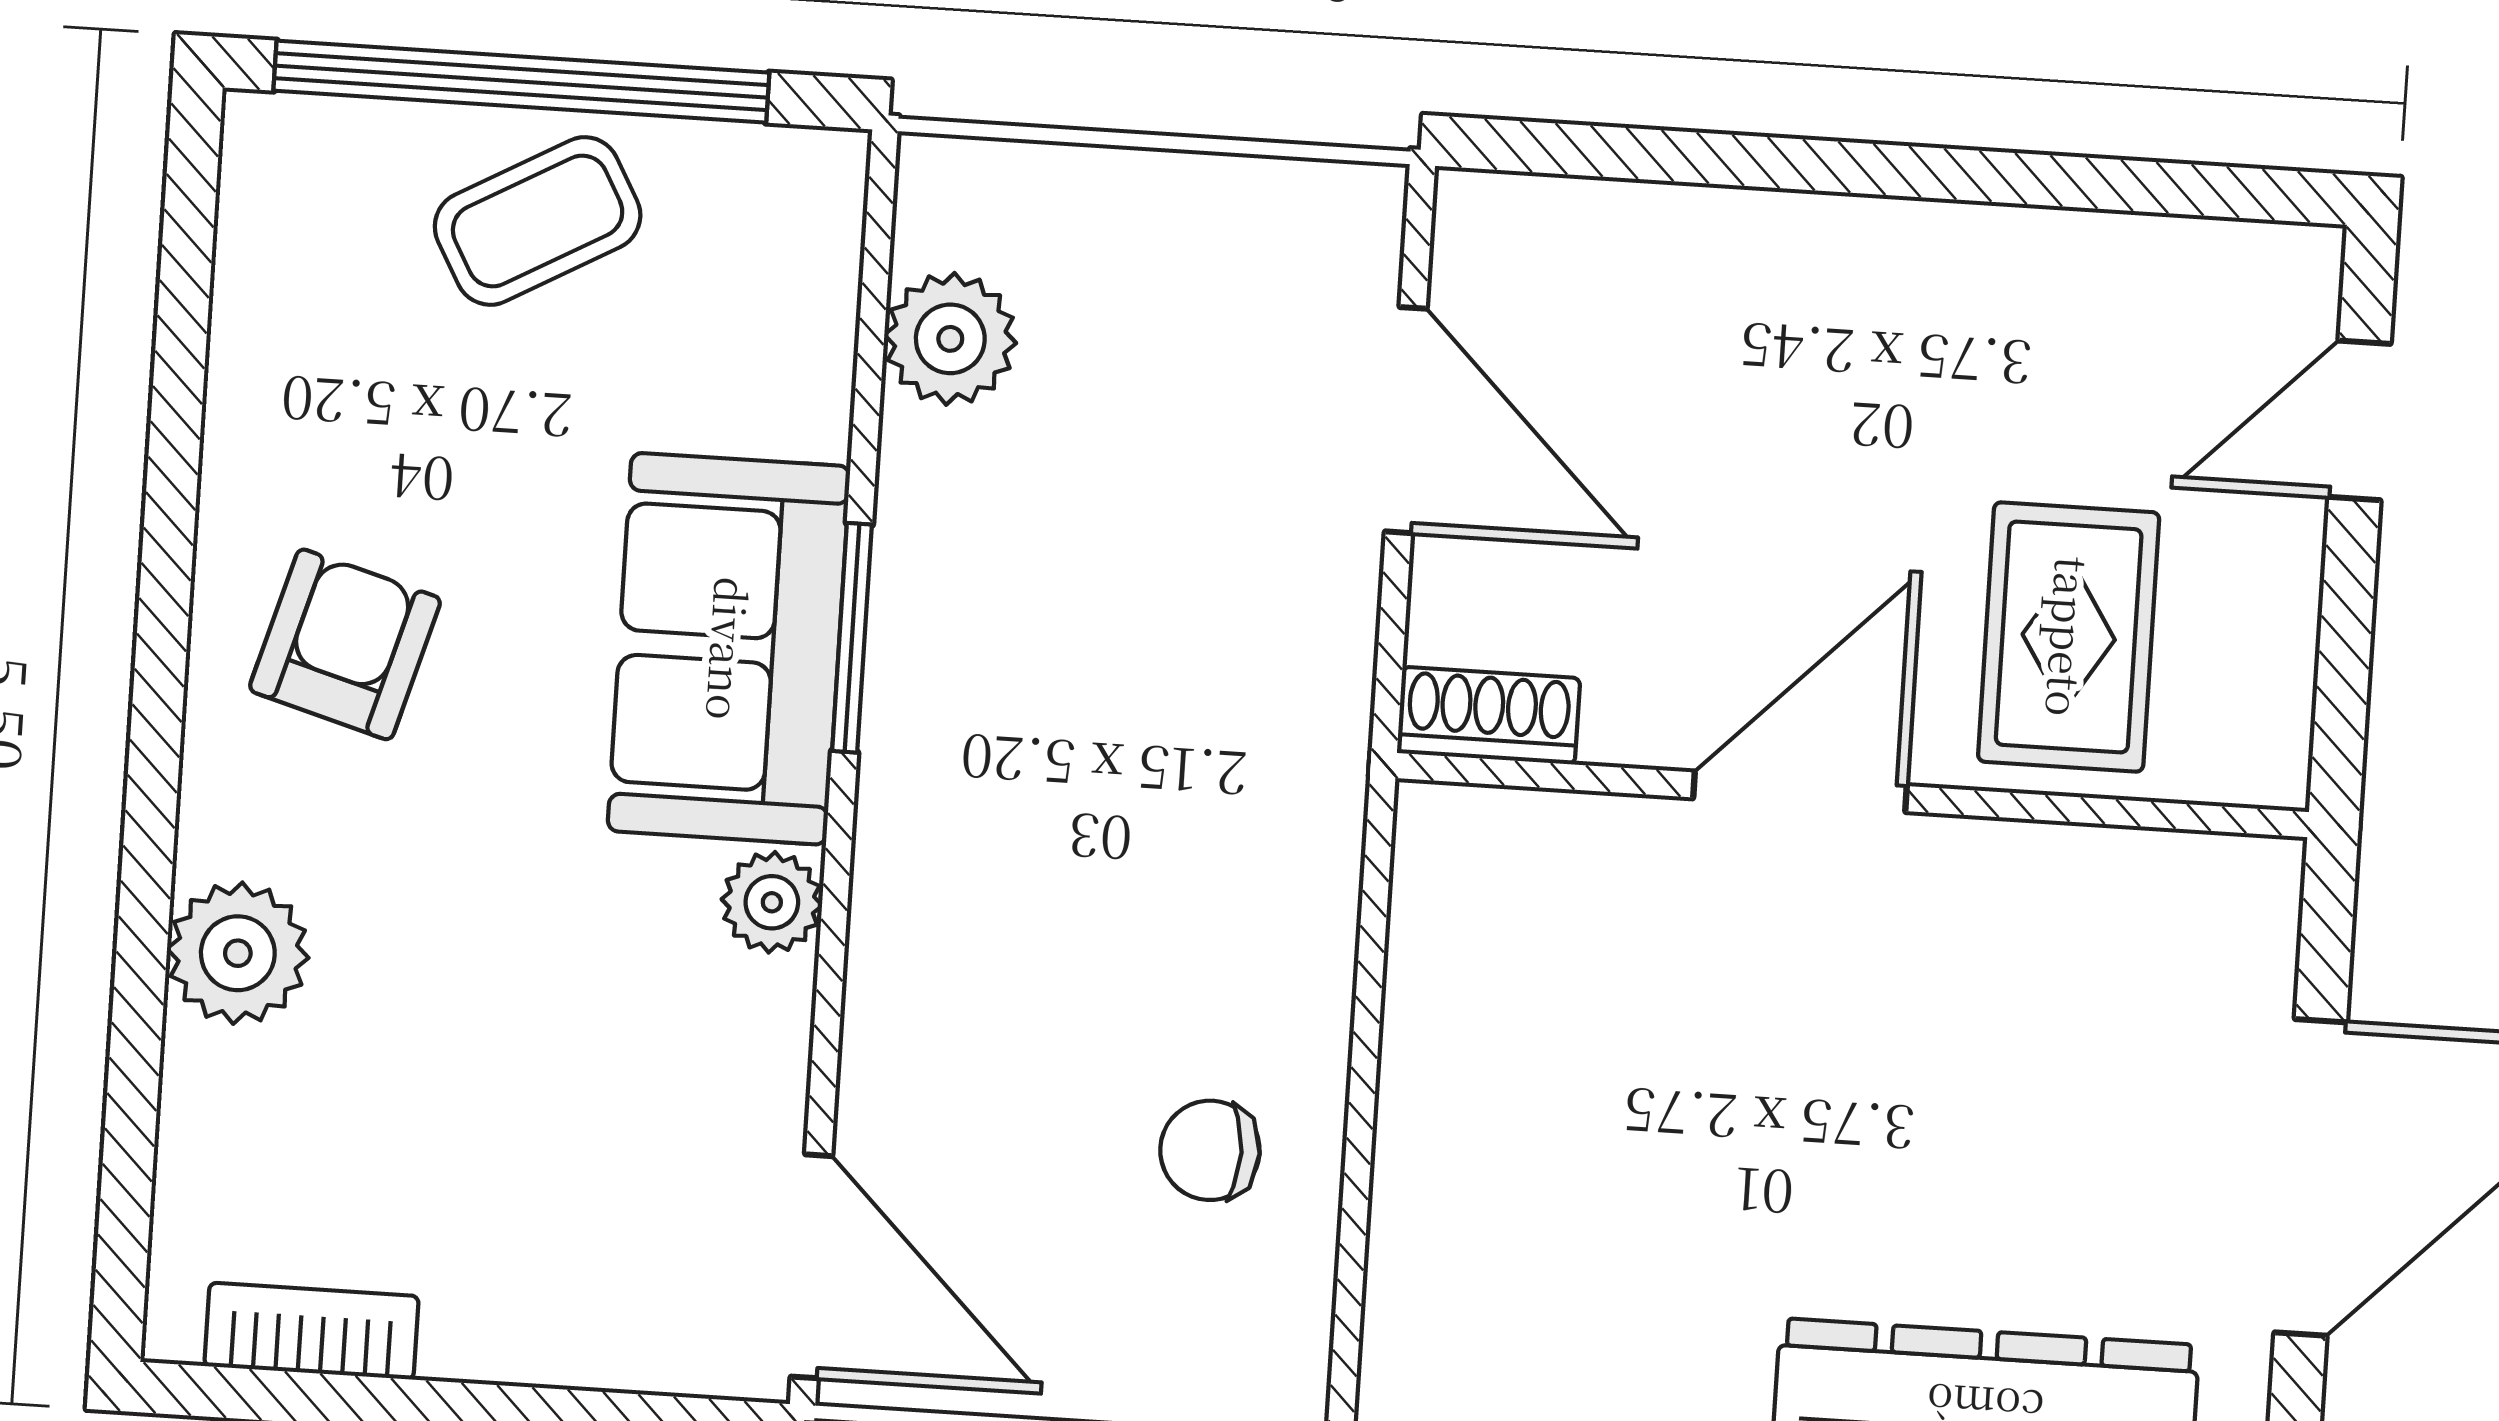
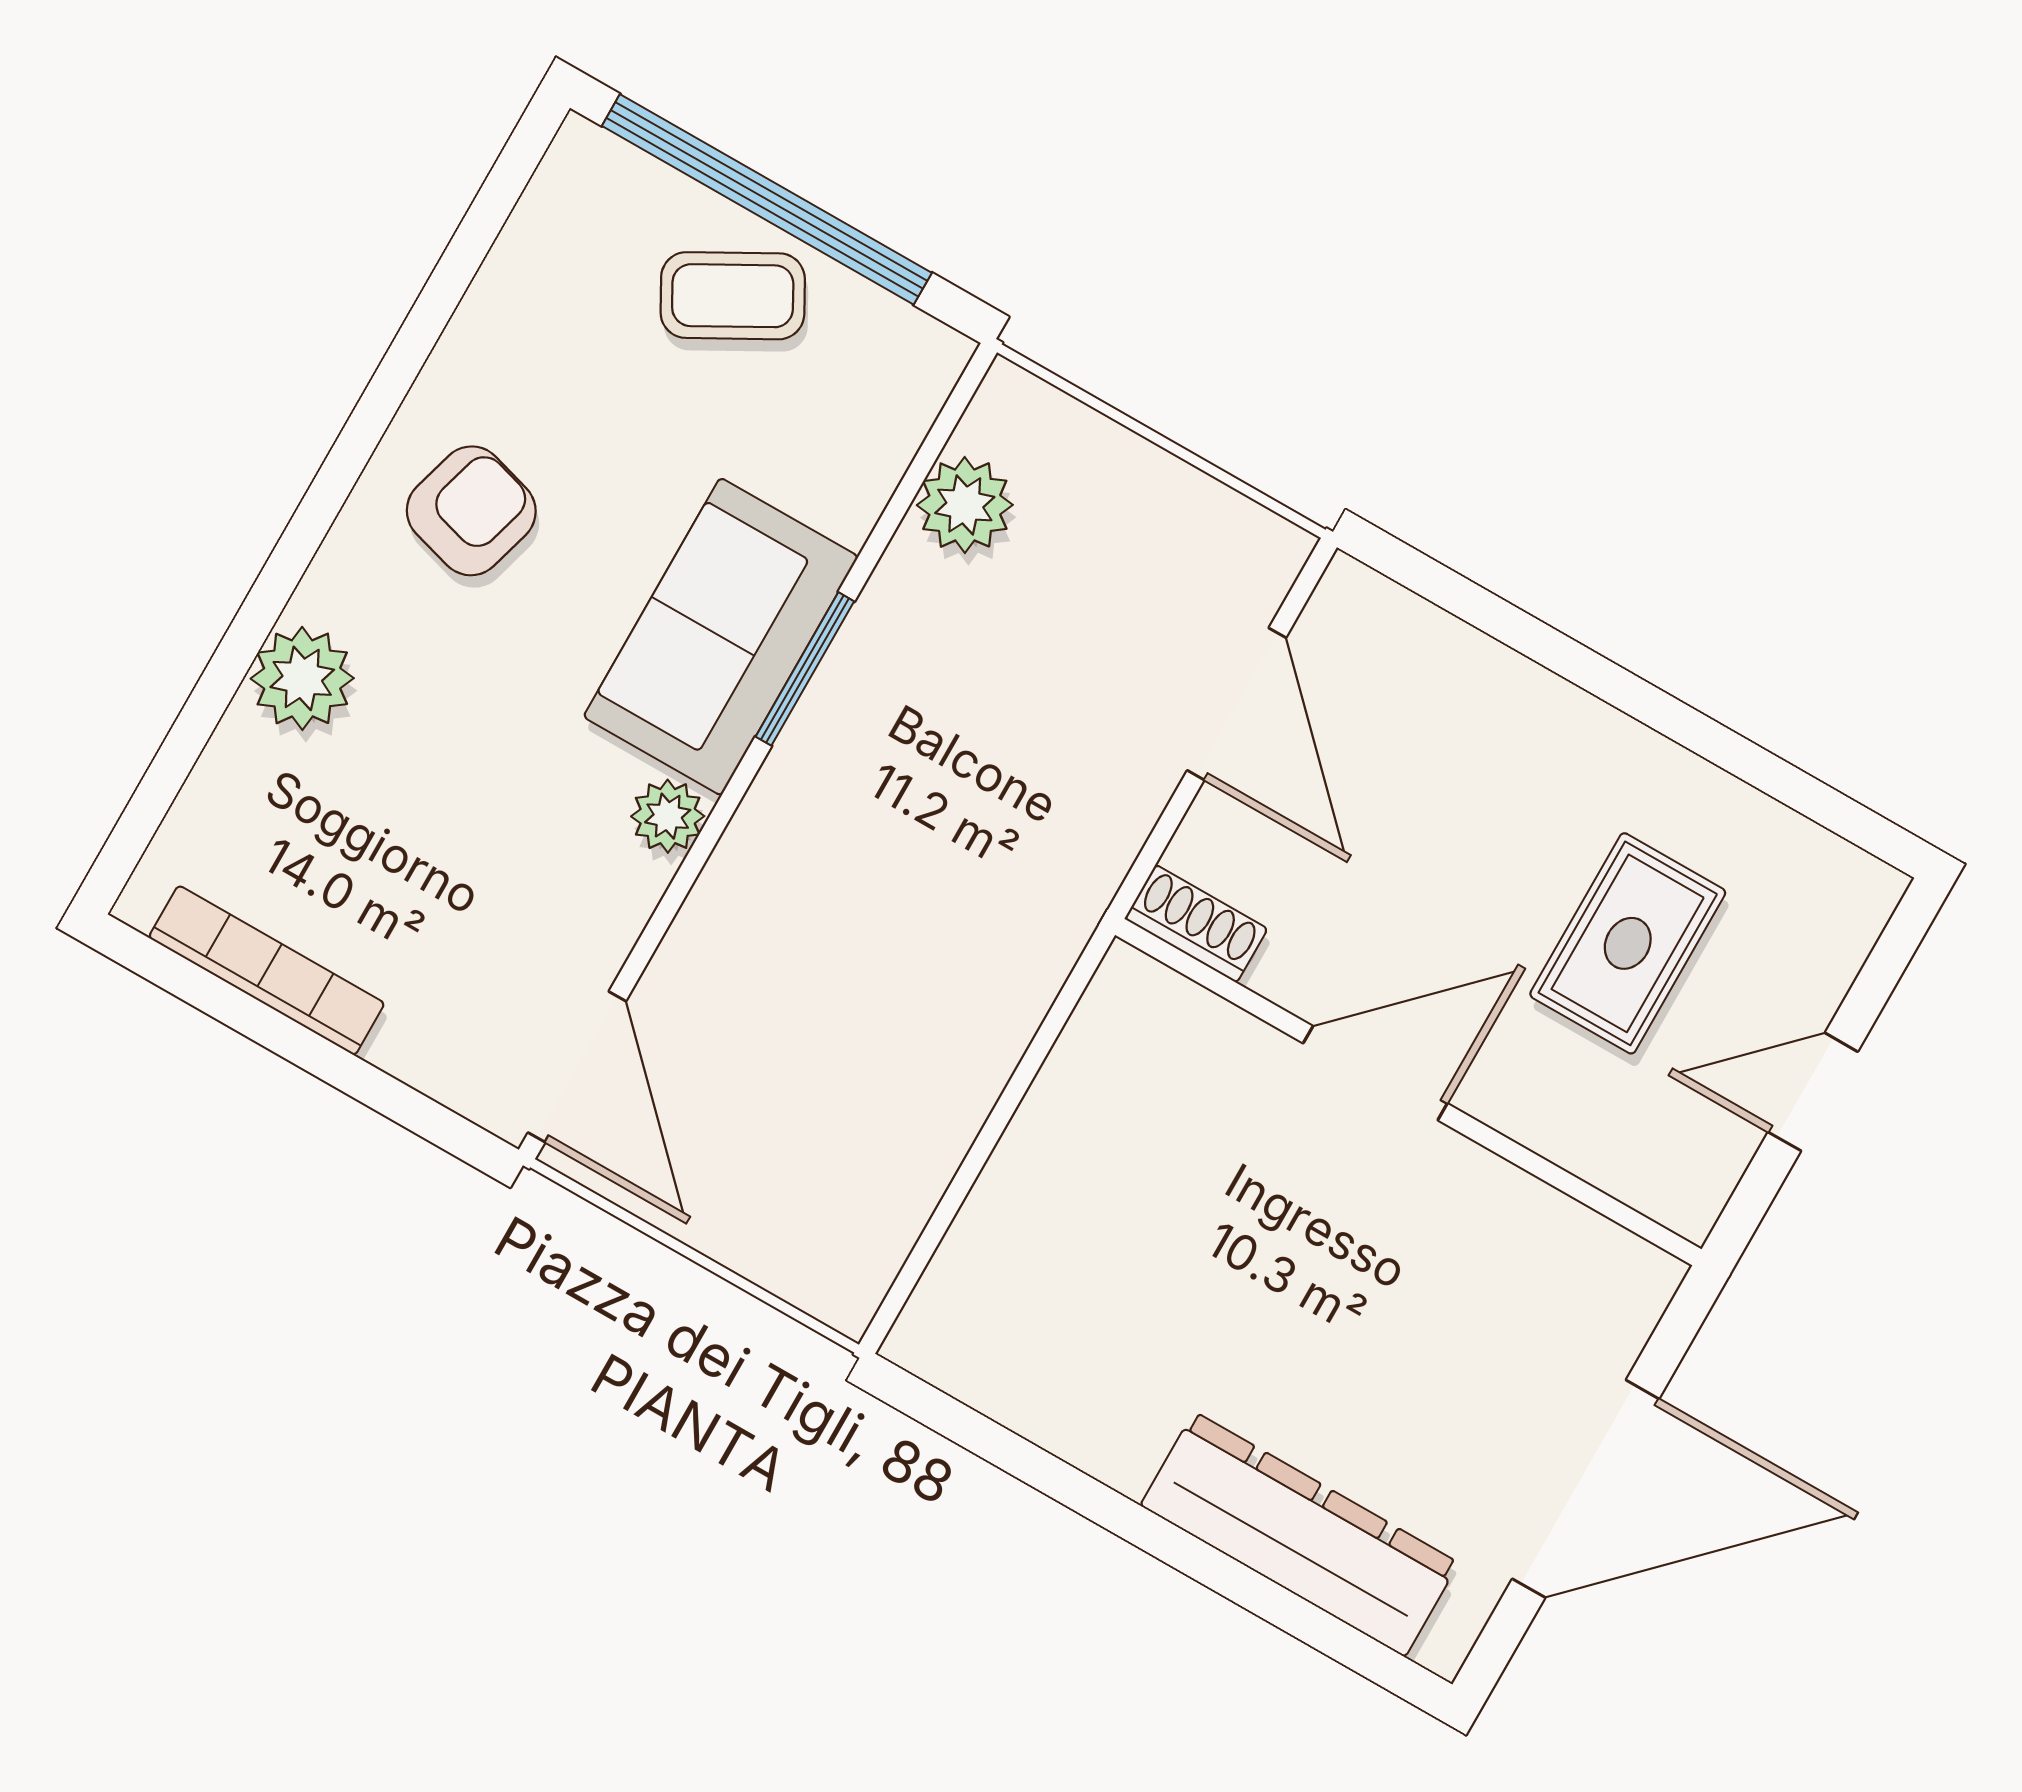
door: (2360, 420) -> (1813, 1092), moved
rug: (2069, 637) -> (1628, 943), moved
chair: (1210, 1150) -> (875, 1119), removed
bookcase: (311, 1331) -> (267, 970), width x1.56

